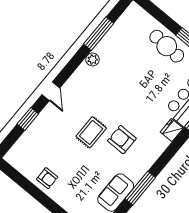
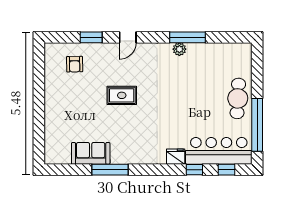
window: (99, 34) -> (187, 37), moved
armchair: (122, 140) -> (136, 124), removed
armchair: (47, 178) -> (75, 64), moved

